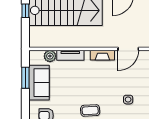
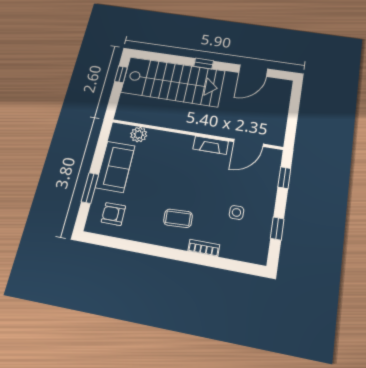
tv unit: (70, 55) -> (167, 138), removed
window: (25, 78) -> (90, 188), moved

